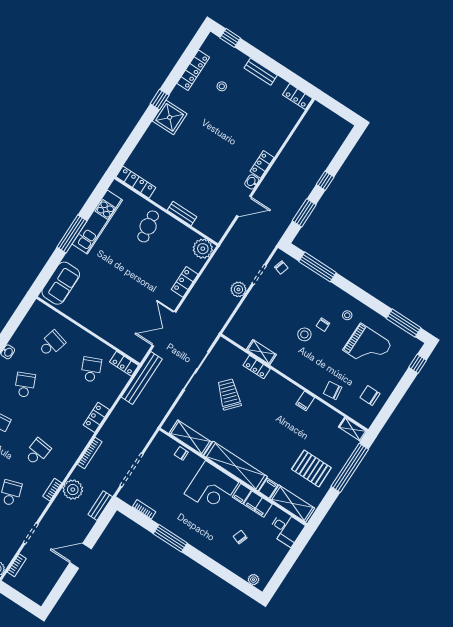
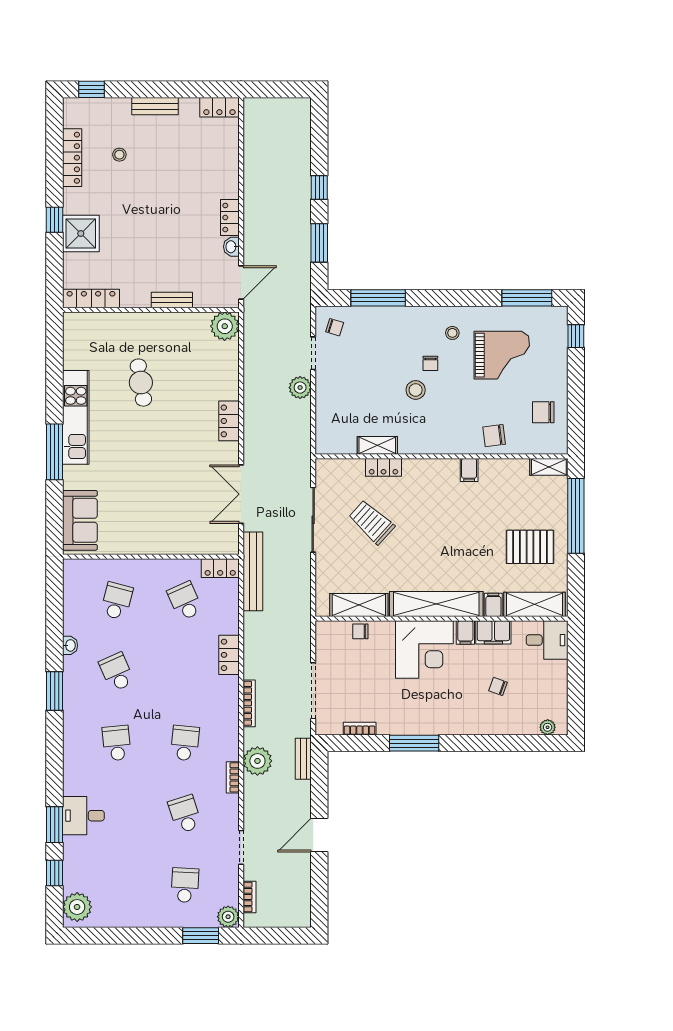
locker: (136, 182) -> (91, 298), moved
wall: (166, 211) -> (151, 310), moved
bench: (182, 214) -> (172, 300), moved
plant: (203, 249) -> (225, 326), moved

